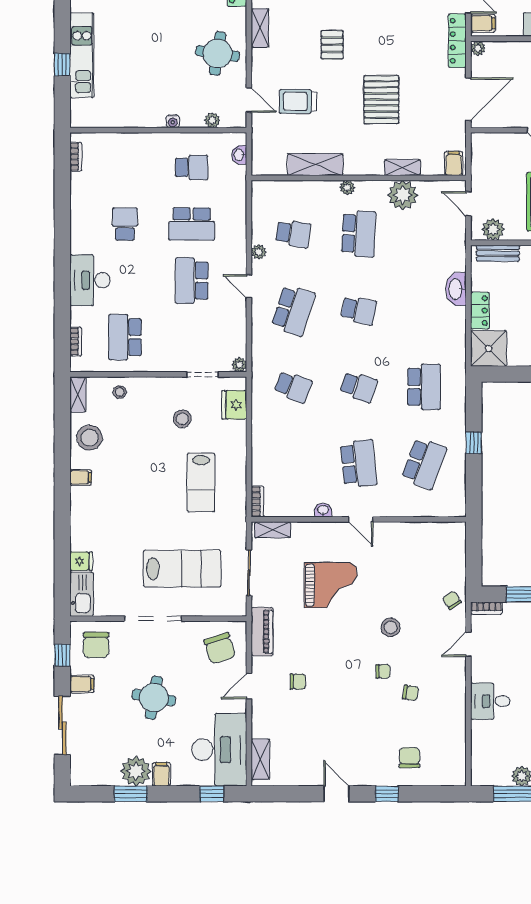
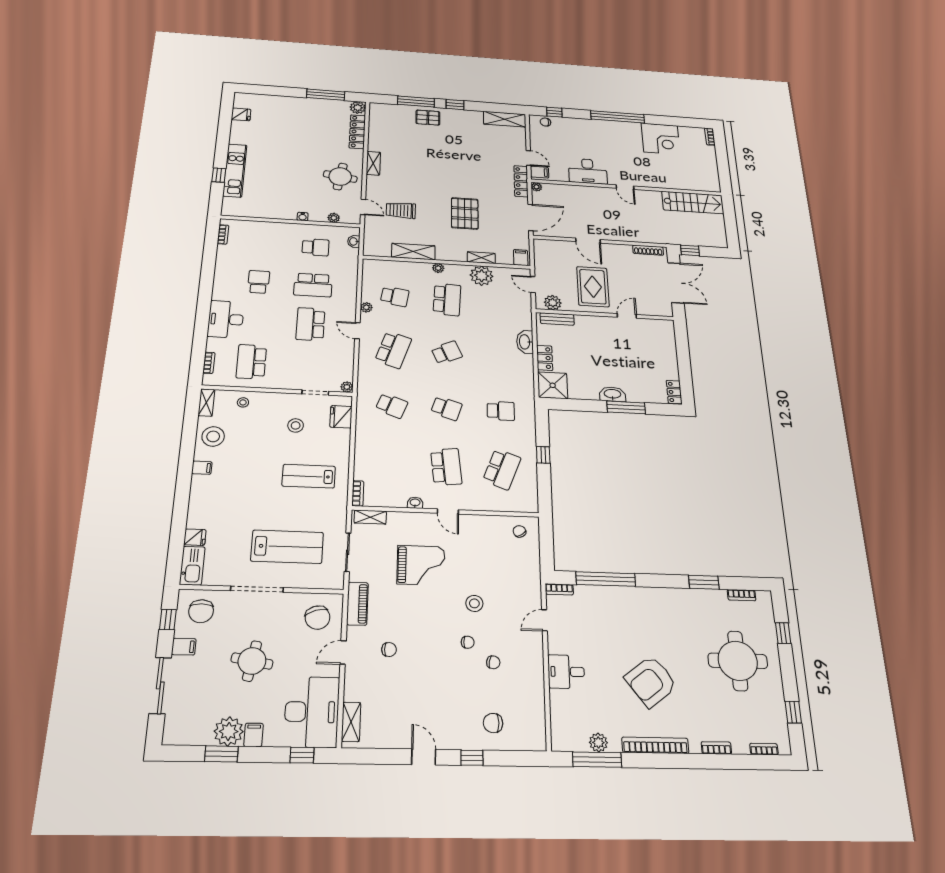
pallet: (332, 45) -> (428, 177), removed
school desk: (359, 310) -> (447, 353), turned -36
school desk: (424, 387) -> (501, 411), width x0.54
lab bench: (201, 483) -> (309, 476), turned 90
chair: (452, 600) -> (519, 531), moved
chair: (410, 758) -> (493, 723), turned -90

